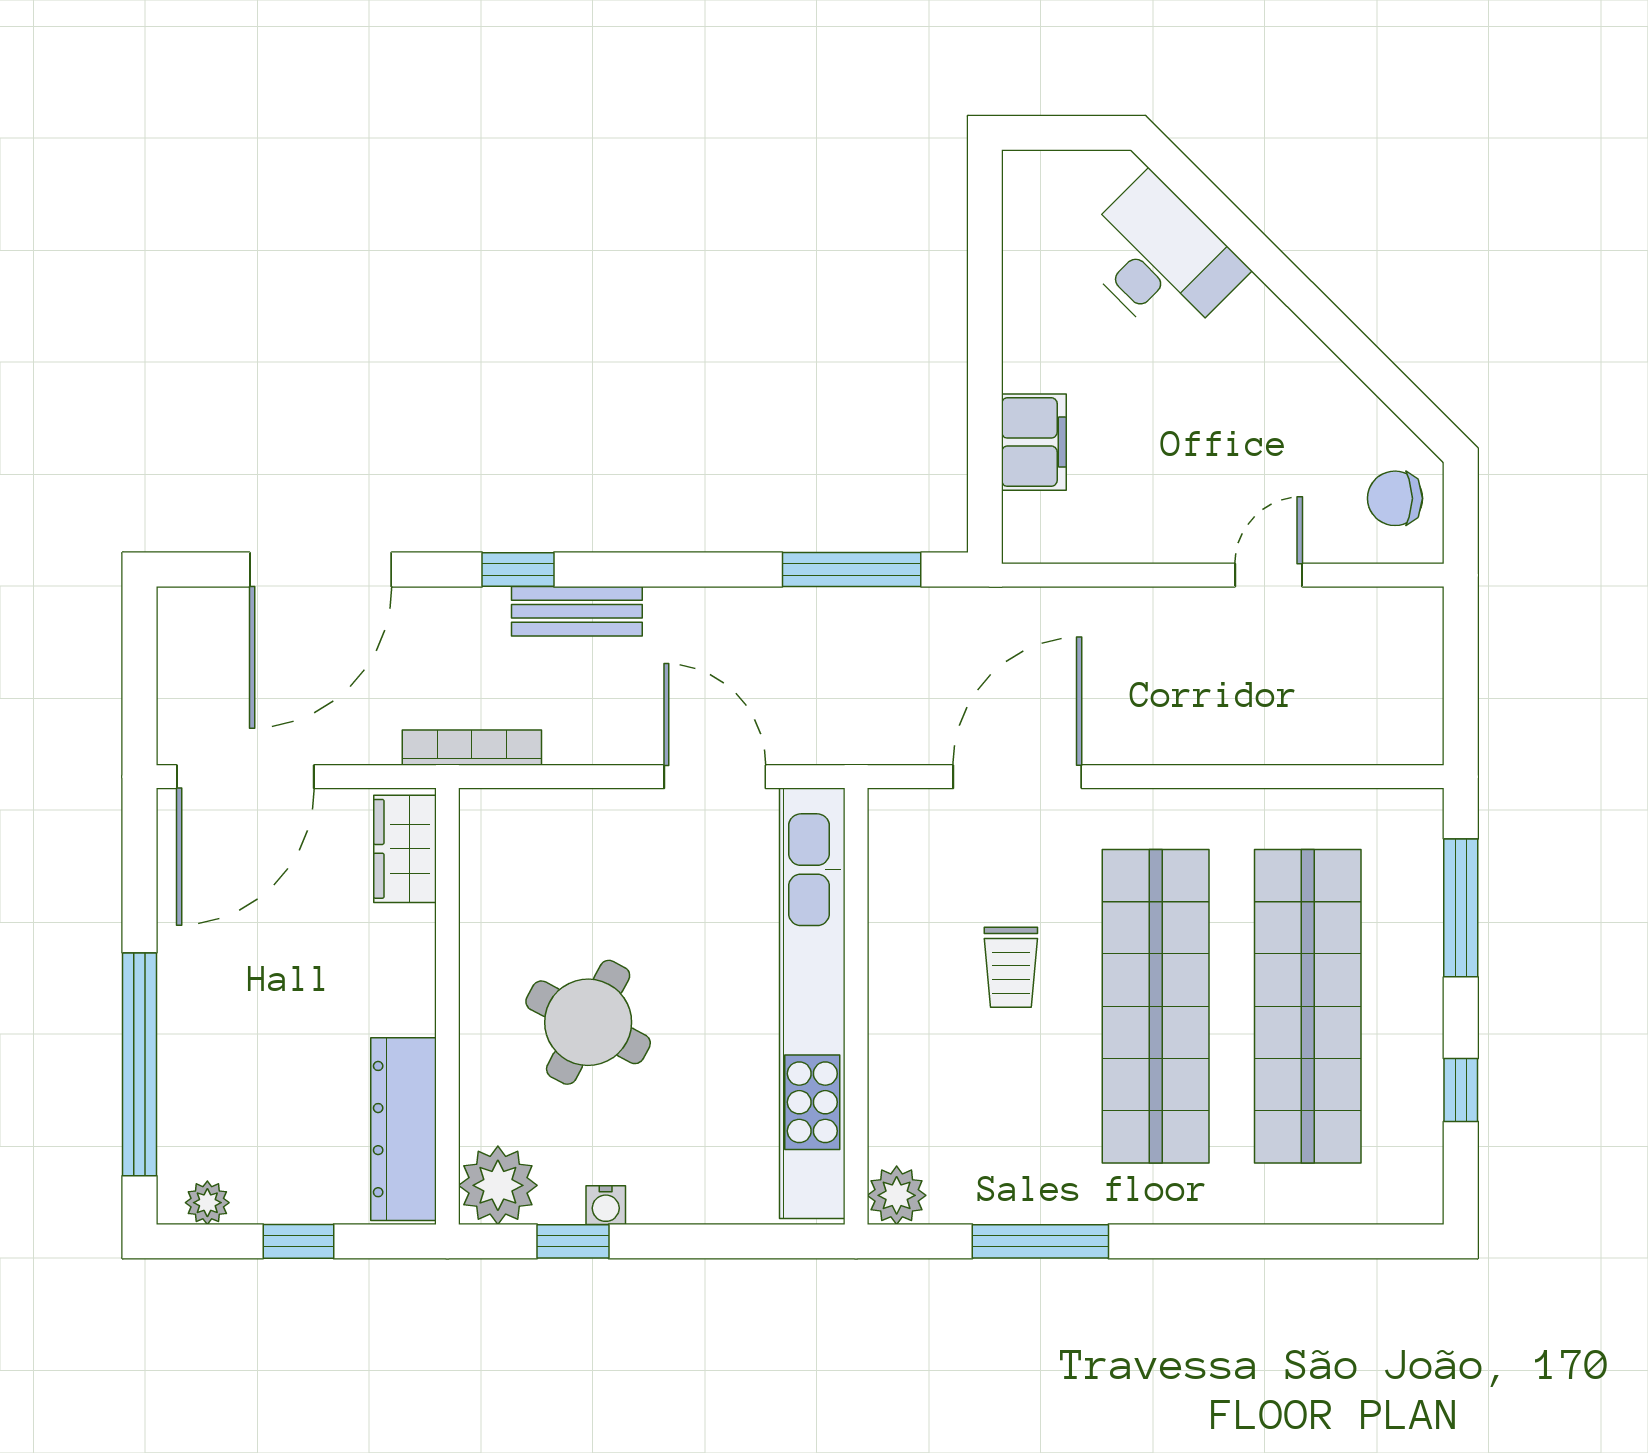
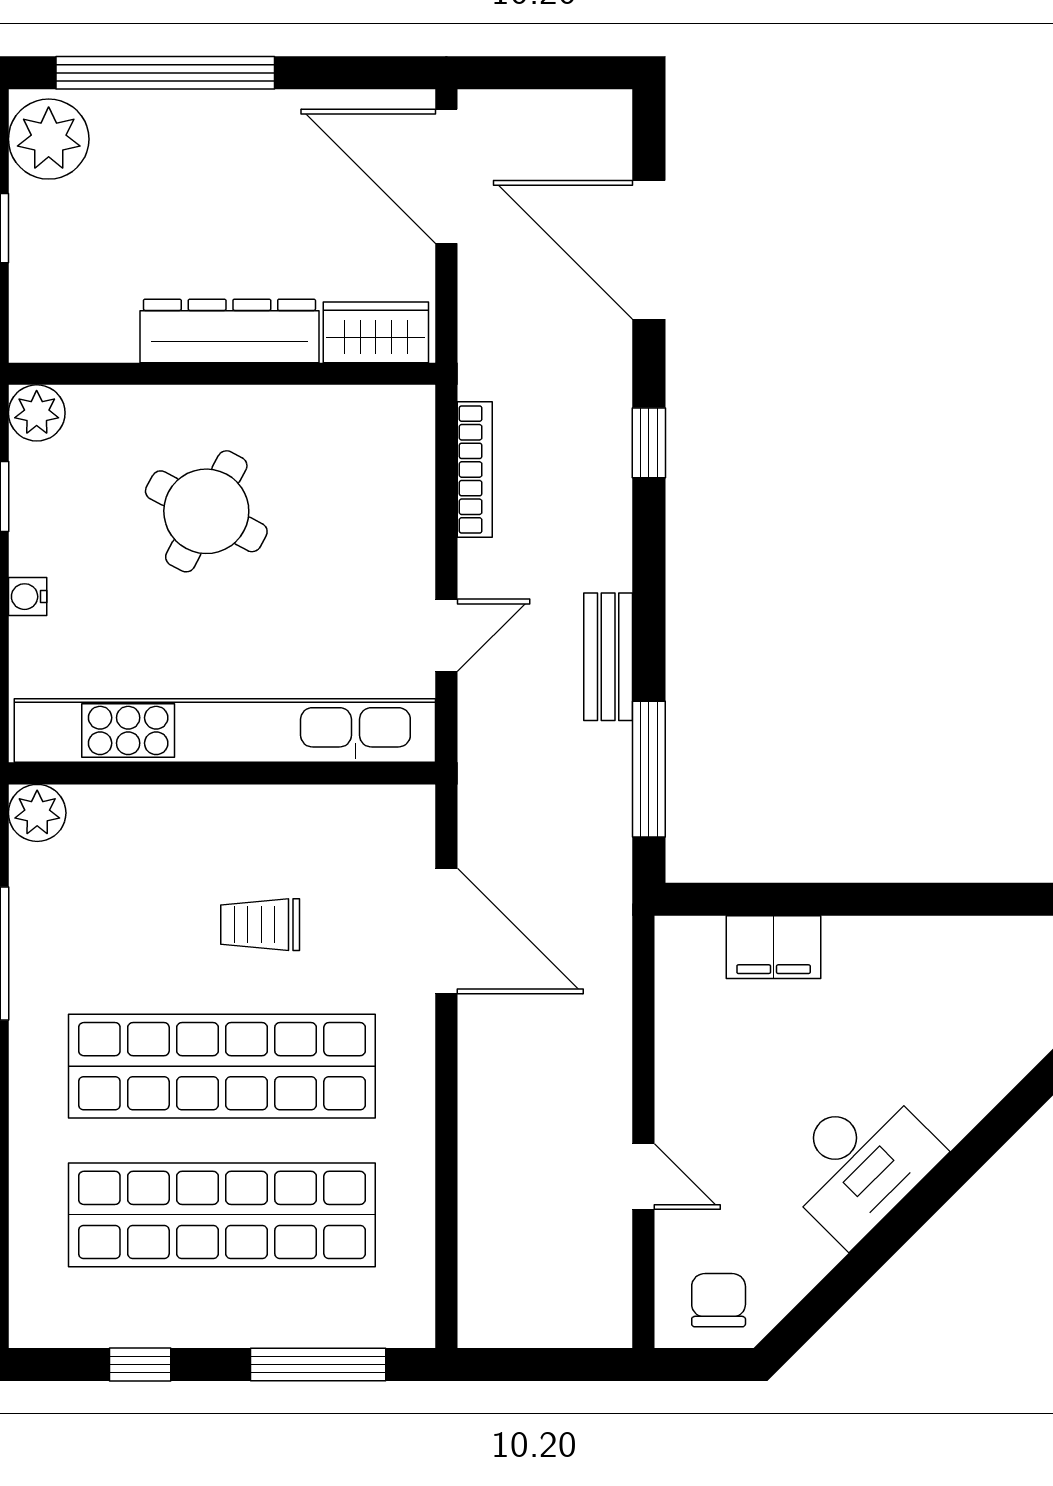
desk: (1160, 260) -> (860, 1163), moved
bench: (577, 611) -> (608, 657), moved
bookcase: (472, 748) -> (475, 470), moved
door: (715, 777) -> (446, 635), width x0.73
dresser: (404, 1129) -> (229, 331), moved
plant: (498, 1185) -> (37, 413), width x0.73, depth x0.73
plant: (207, 1203) -> (49, 139), width x1.88, depth x1.88
water cooler: (606, 1205) -> (28, 597), moved

